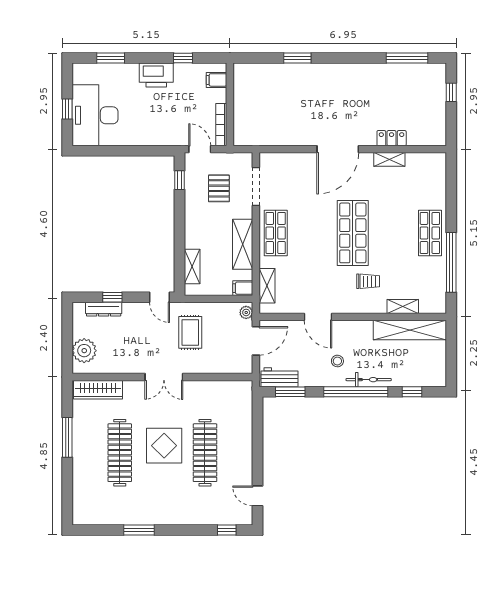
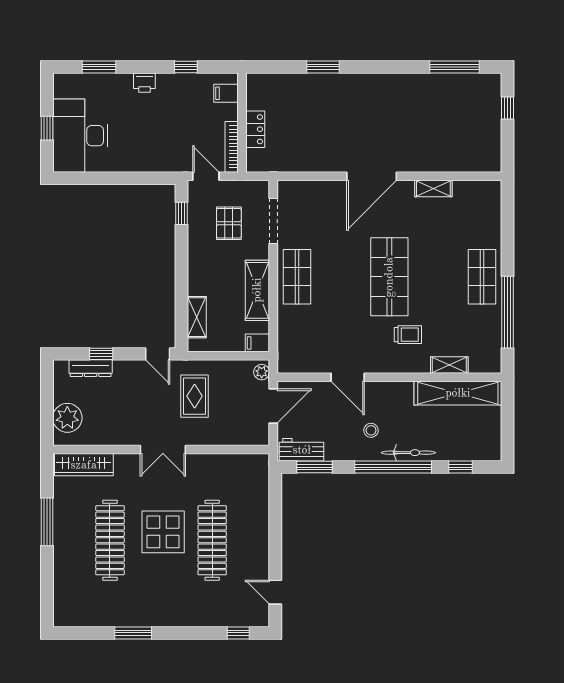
printer: (156, 75) -> (144, 83), width x0.53, depth x0.68
locker: (392, 138) -> (255, 129), moved, turned 90
shelving: (267, 286) -> (287, 340), removed

